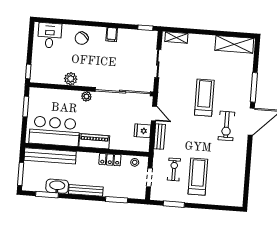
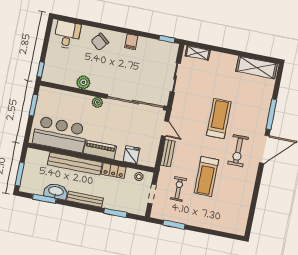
fridge: (142, 131) -> (132, 155), moved, turned 90
bench: (50, 156) -> (75, 164), moved
treadmill: (198, 177) -> (206, 176), moved, turned 180

